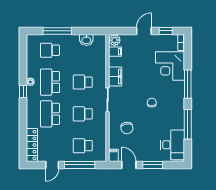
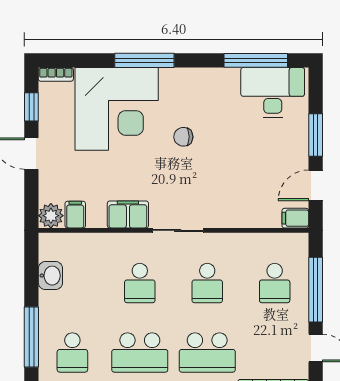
corner desk: (170, 66) -> (117, 109), width x1.36, depth x1.36
window: (188, 124) -> (256, 60), moved
chair: (127, 128) -> (237, 189), removed

